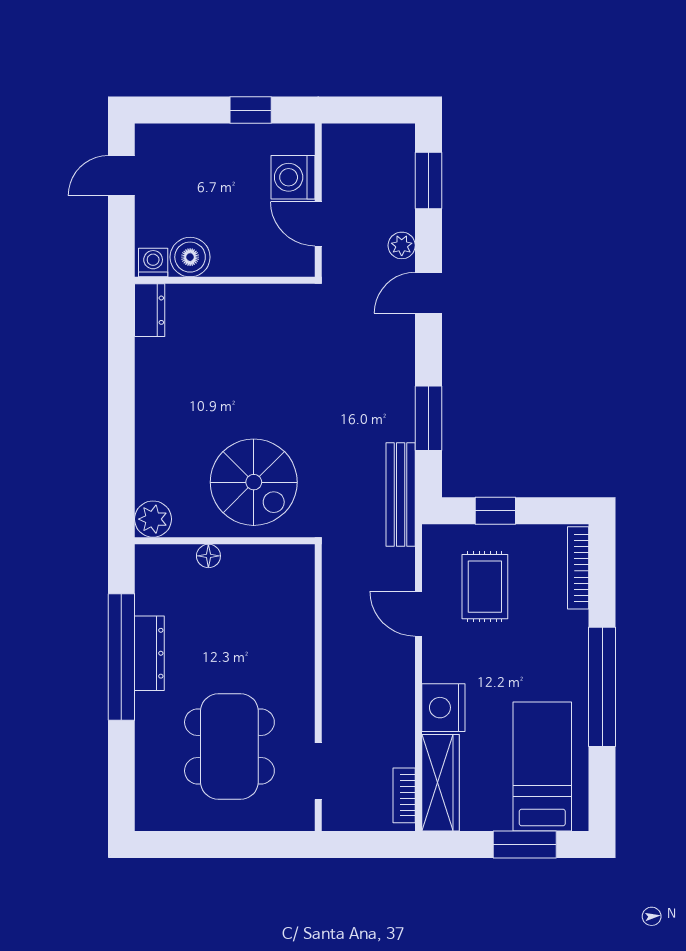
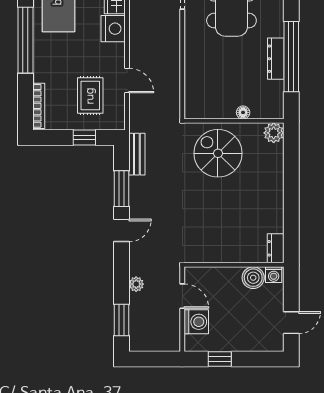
door: (428, 293) -> (121, 230), moved
bench: (401, 494) -> (137, 154), width x0.73

